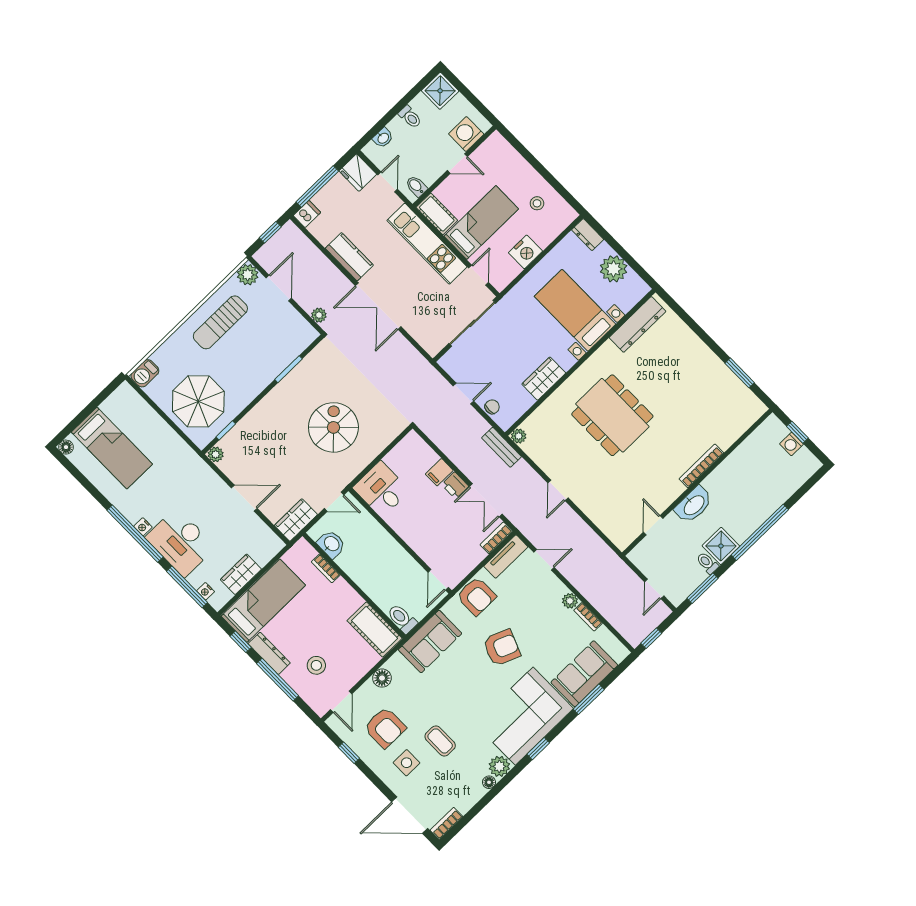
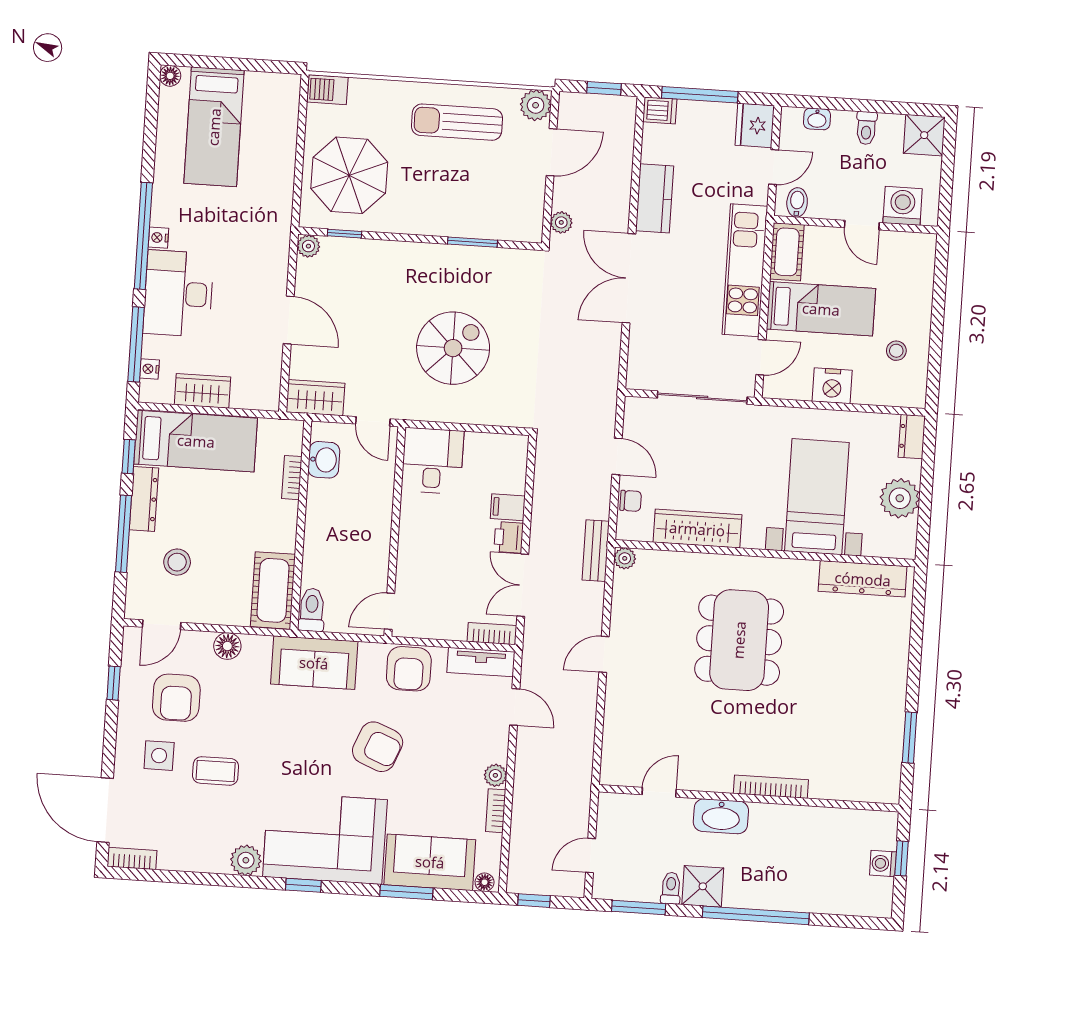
wardrobe: (544, 379) -> (697, 529), width x1.50
coffee table: (440, 741) -> (216, 771), turned 90
floor lamp: (489, 782) -> (485, 882), moved

